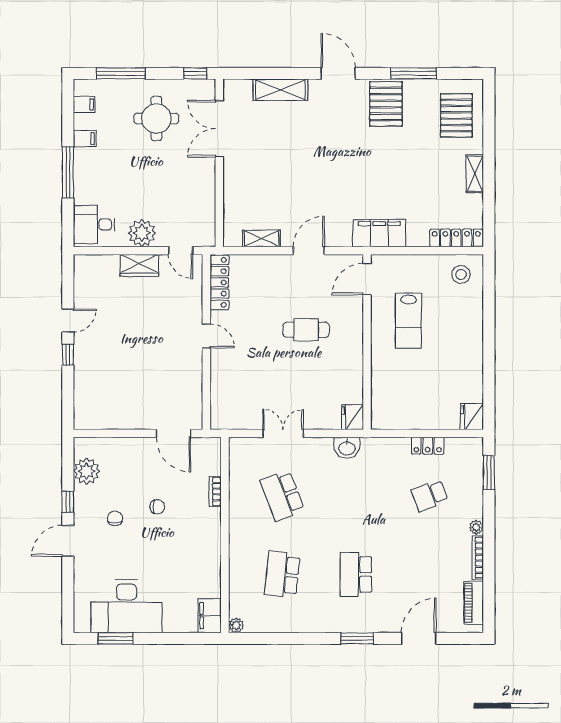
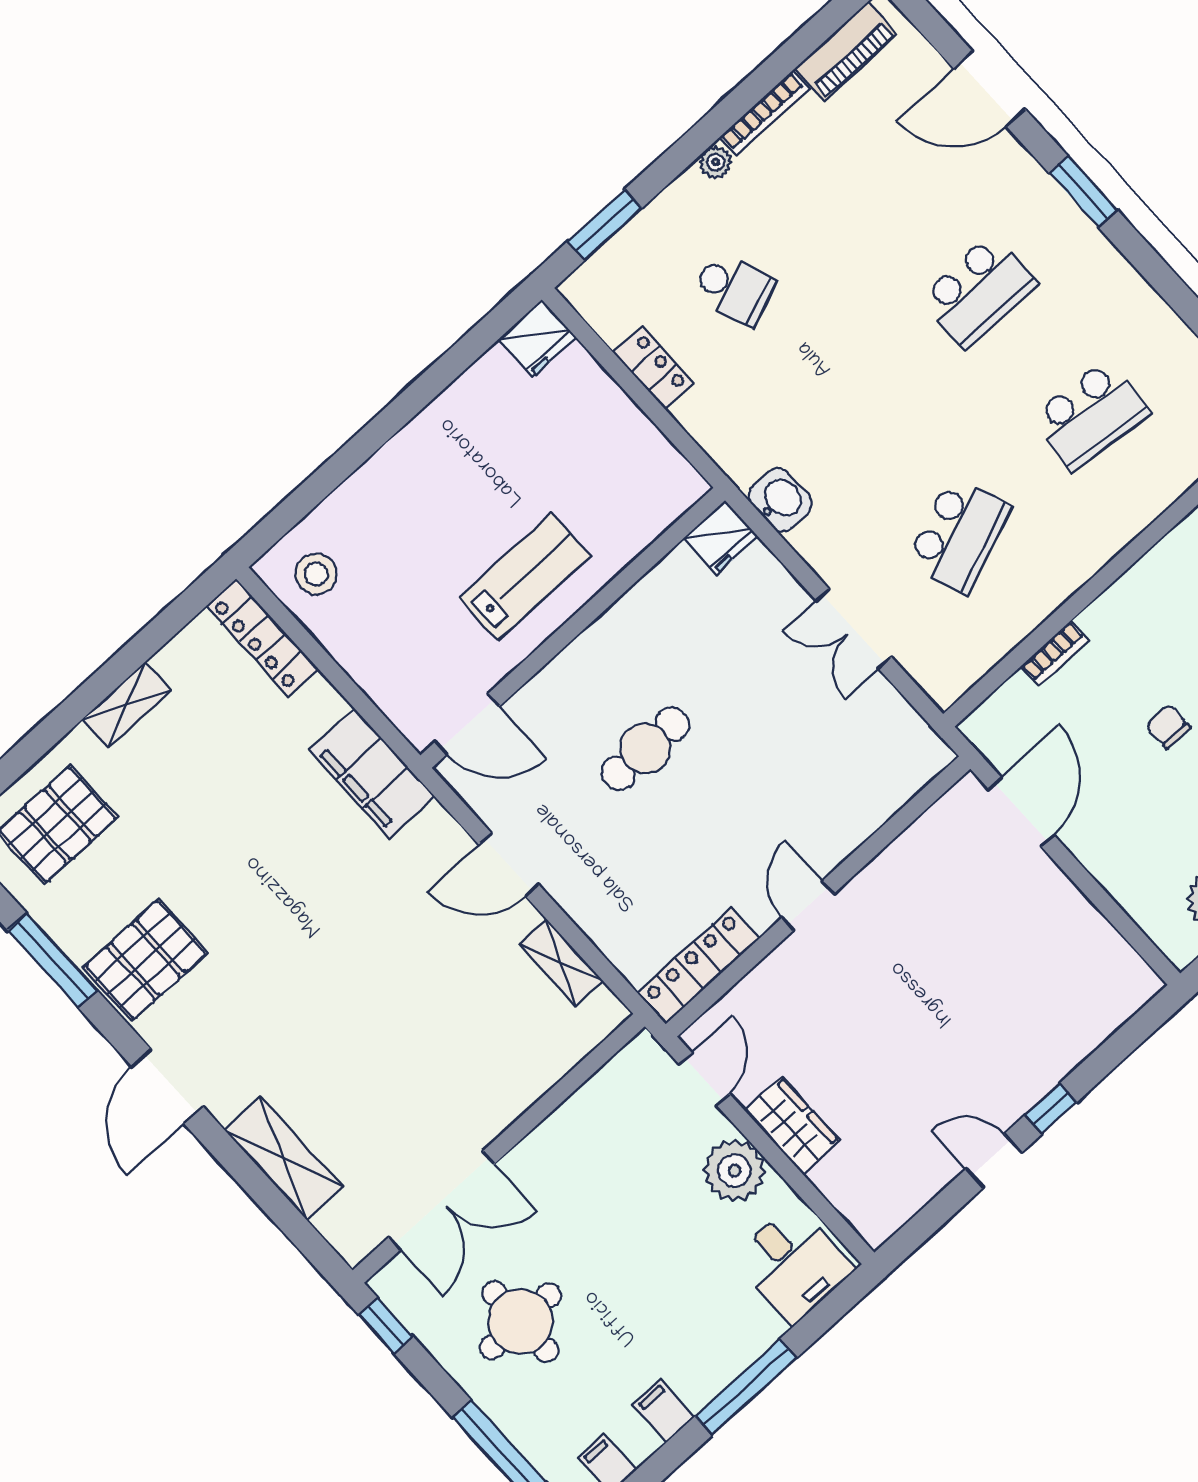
lab bench: (408, 321) -> (525, 577), moved
cafe table: (306, 330) -> (645, 749), turned 90

